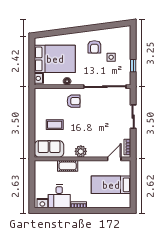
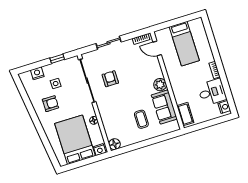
nightstand: (126, 43) -> (37, 73), added
floor lamp: (40, 93) -> (115, 144), added
armchair: (74, 101) -> (110, 79), moved
sofa: (49, 149) -> (164, 107), moved
cot: (68, 166) -> (185, 114), moved

